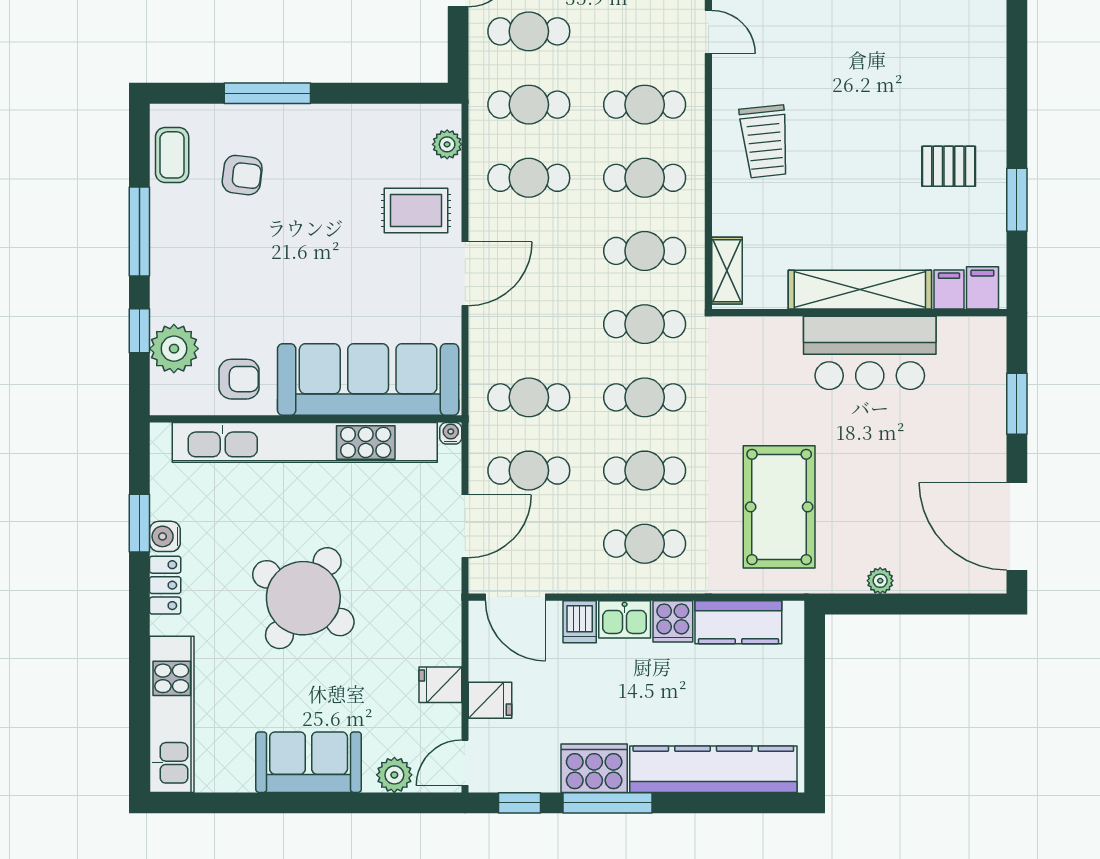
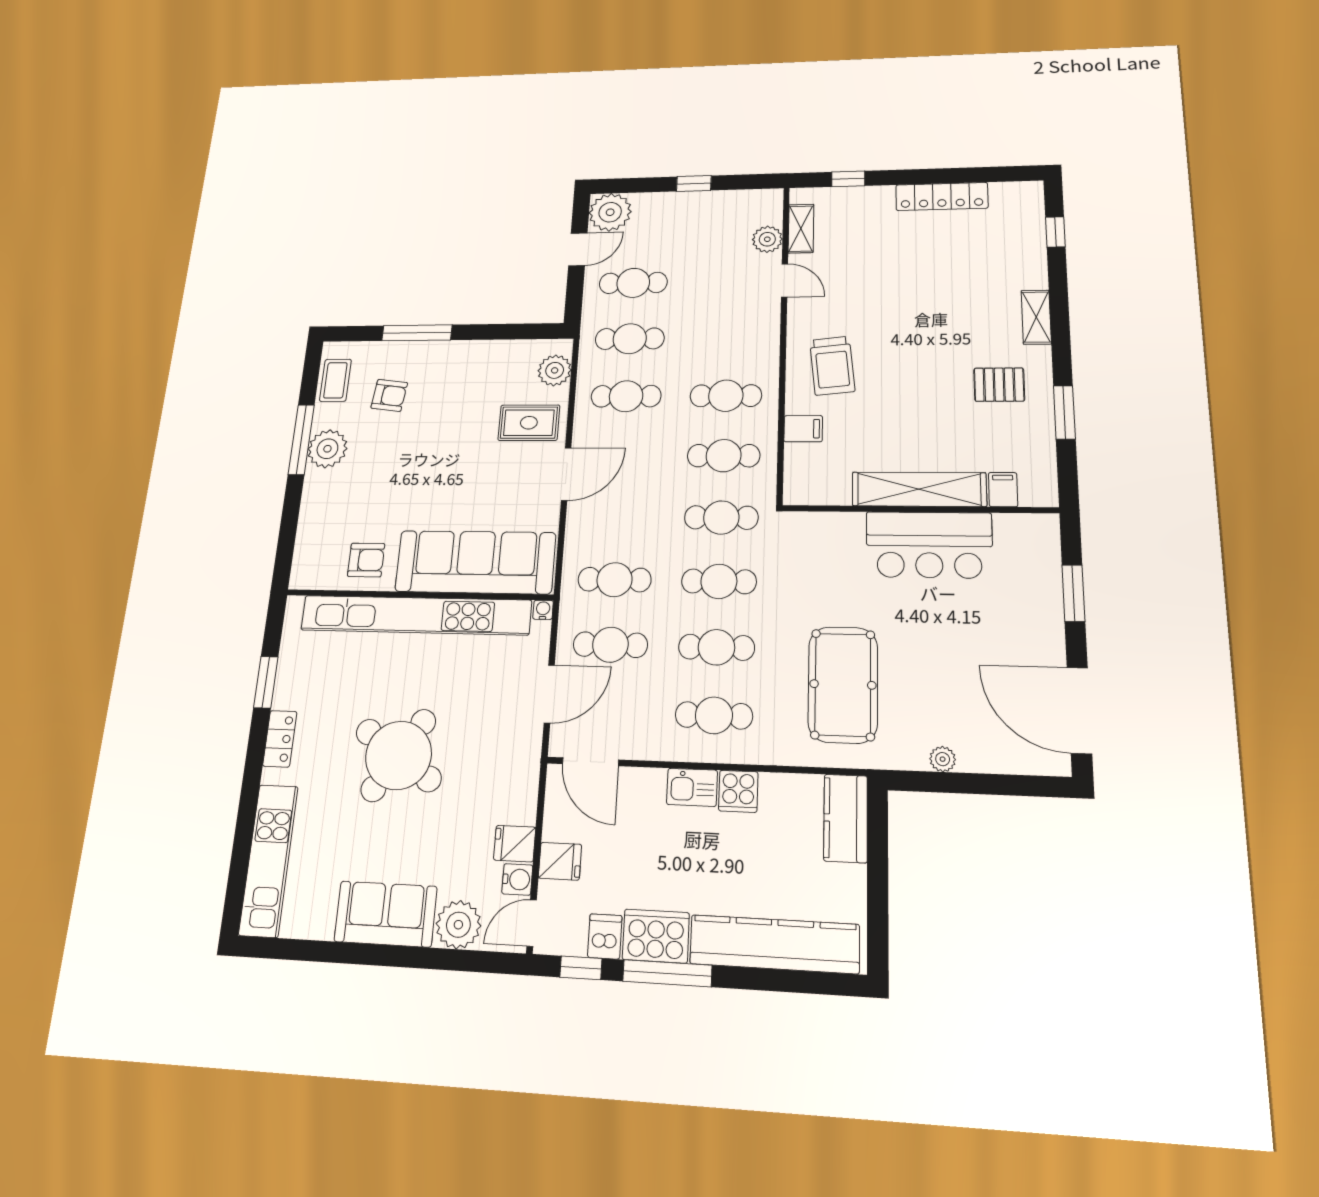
cafe table: (645, 105) -> (728, 338), removed
plant: (447, 144) -> (555, 370), width x1.38, depth x1.38
shelving: (727, 271) -> (1036, 317), moved
filing cabinet: (982, 288) -> (803, 429), moved, turned 90
window: (139, 331) -> (290, 519), removed
plant: (174, 349) -> (327, 449), moved
water cooler: (165, 536) -> (517, 879), moved, turned 180
dishwasher: (580, 622) -> (605, 936), moved, turned 180
kitchen counter: (738, 622) -> (846, 818), moved, turned 90
plant: (394, 775) -> (458, 925), width x1.36, depth x1.36

